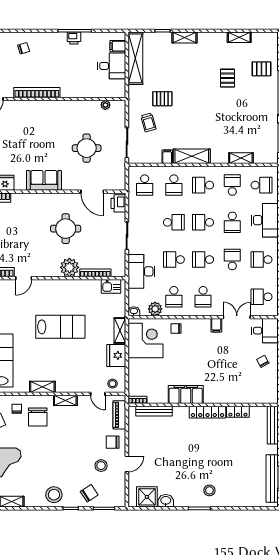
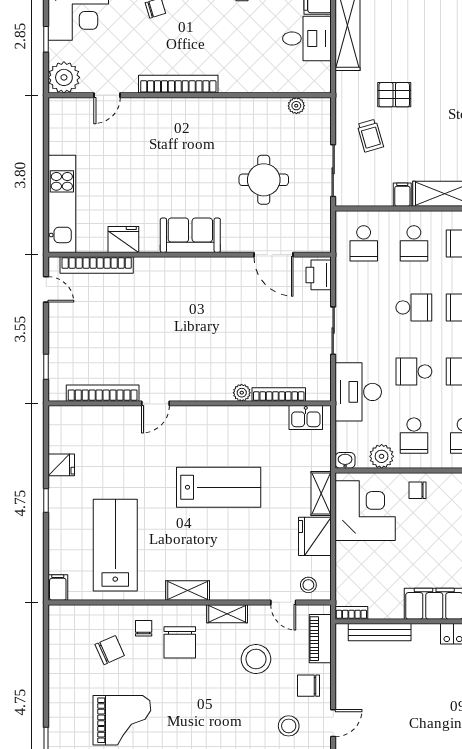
round table: (66, 229) -> (228, 318), removed
plant: (69, 267) -> (242, 393), width x0.53, depth x0.53
stool: (82, 427) -> (256, 659), added

